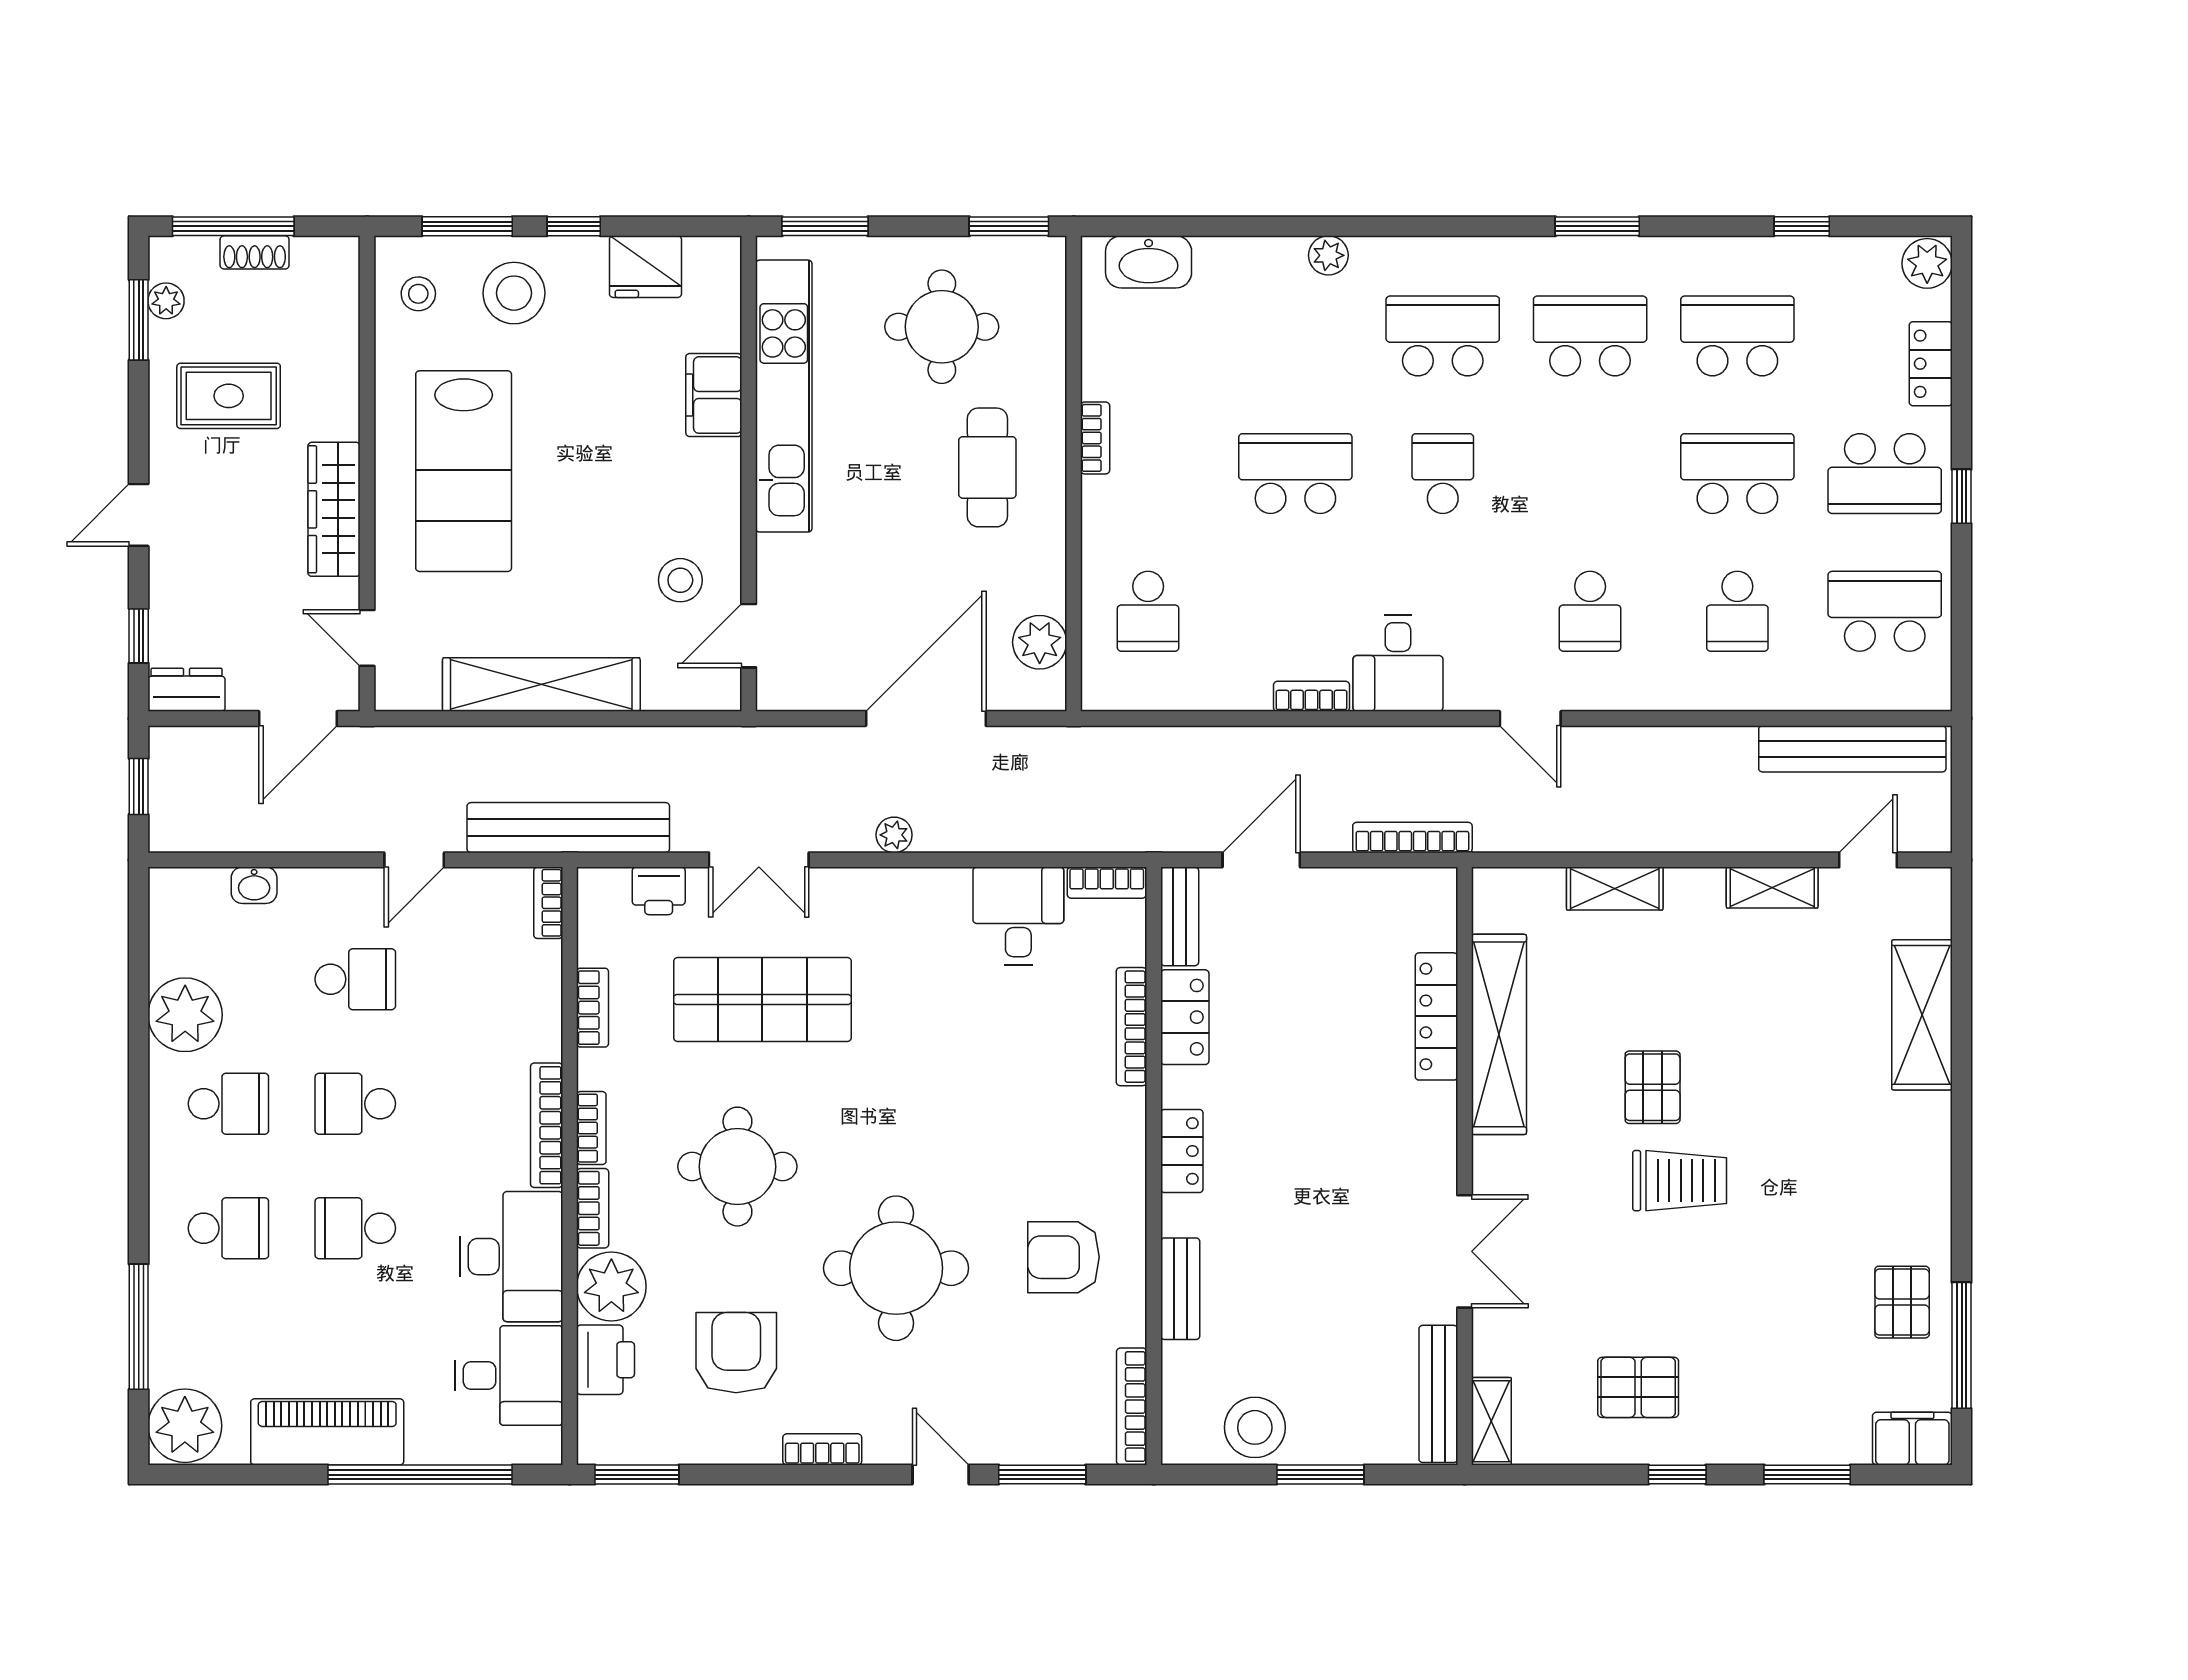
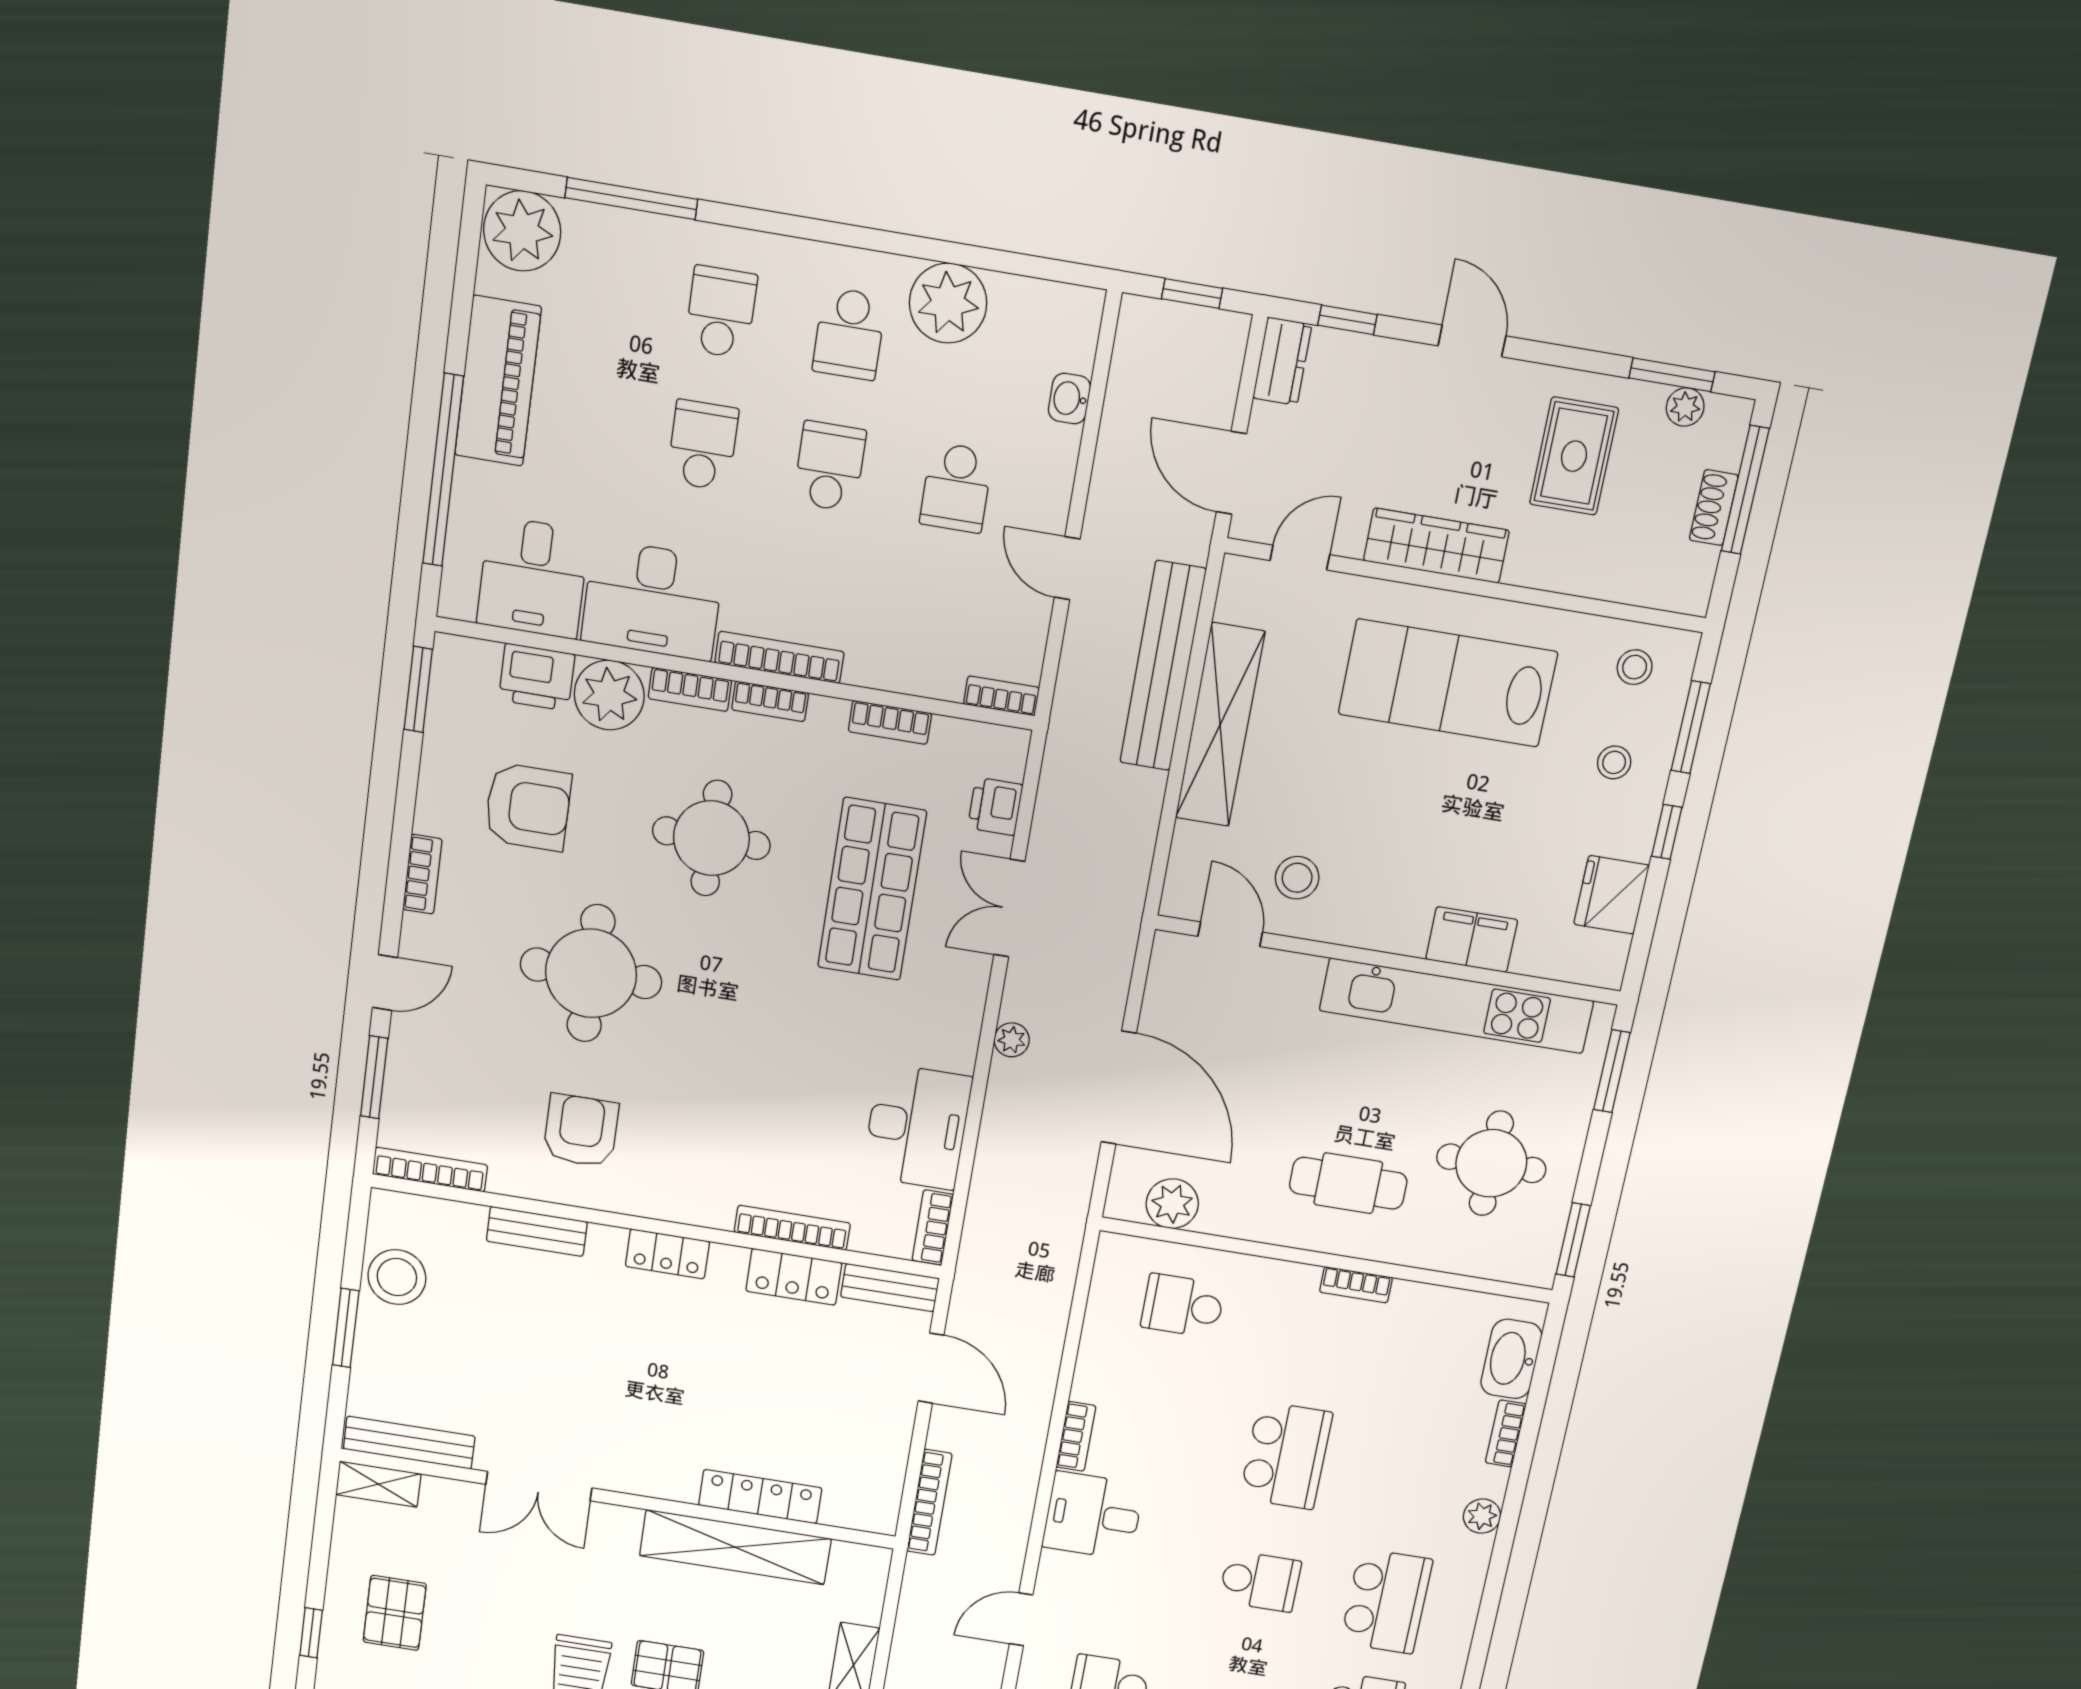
bookcase: (1232, 250) -> (1506, 1433), added
stool: (514, 293) -> (1614, 762), width x0.53, depth x0.53
bench: (568, 828) -> (1163, 666), moved
desk: (1018, 916) -> (917, 1127), width x1.37
school desk: (228, 1228) -> (721, 312), turned 180

